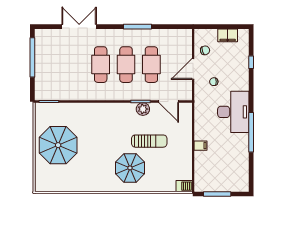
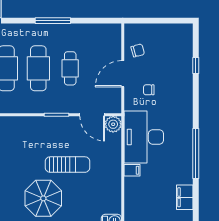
filing cabinet: (228, 35) -> (185, 197), moved, turned 90
cafe table: (151, 65) -> (70, 68), width x0.73, depth x0.74
plant: (143, 109) -> (113, 124), moved
desk: (233, 112) -> (144, 137), moved, turned 180

